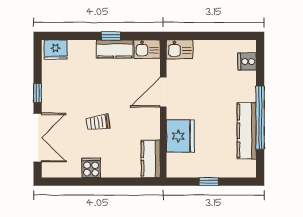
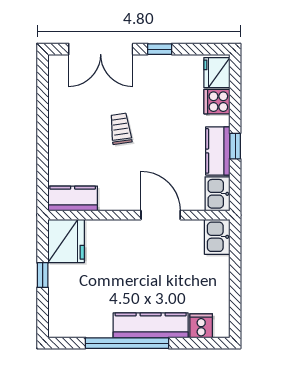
kitchen counter: (247, 131) -> (151, 325), moved
fridge: (180, 136) -> (66, 241), moved, turned -90
cooker: (91, 168) -> (217, 102), moved, turned 180

